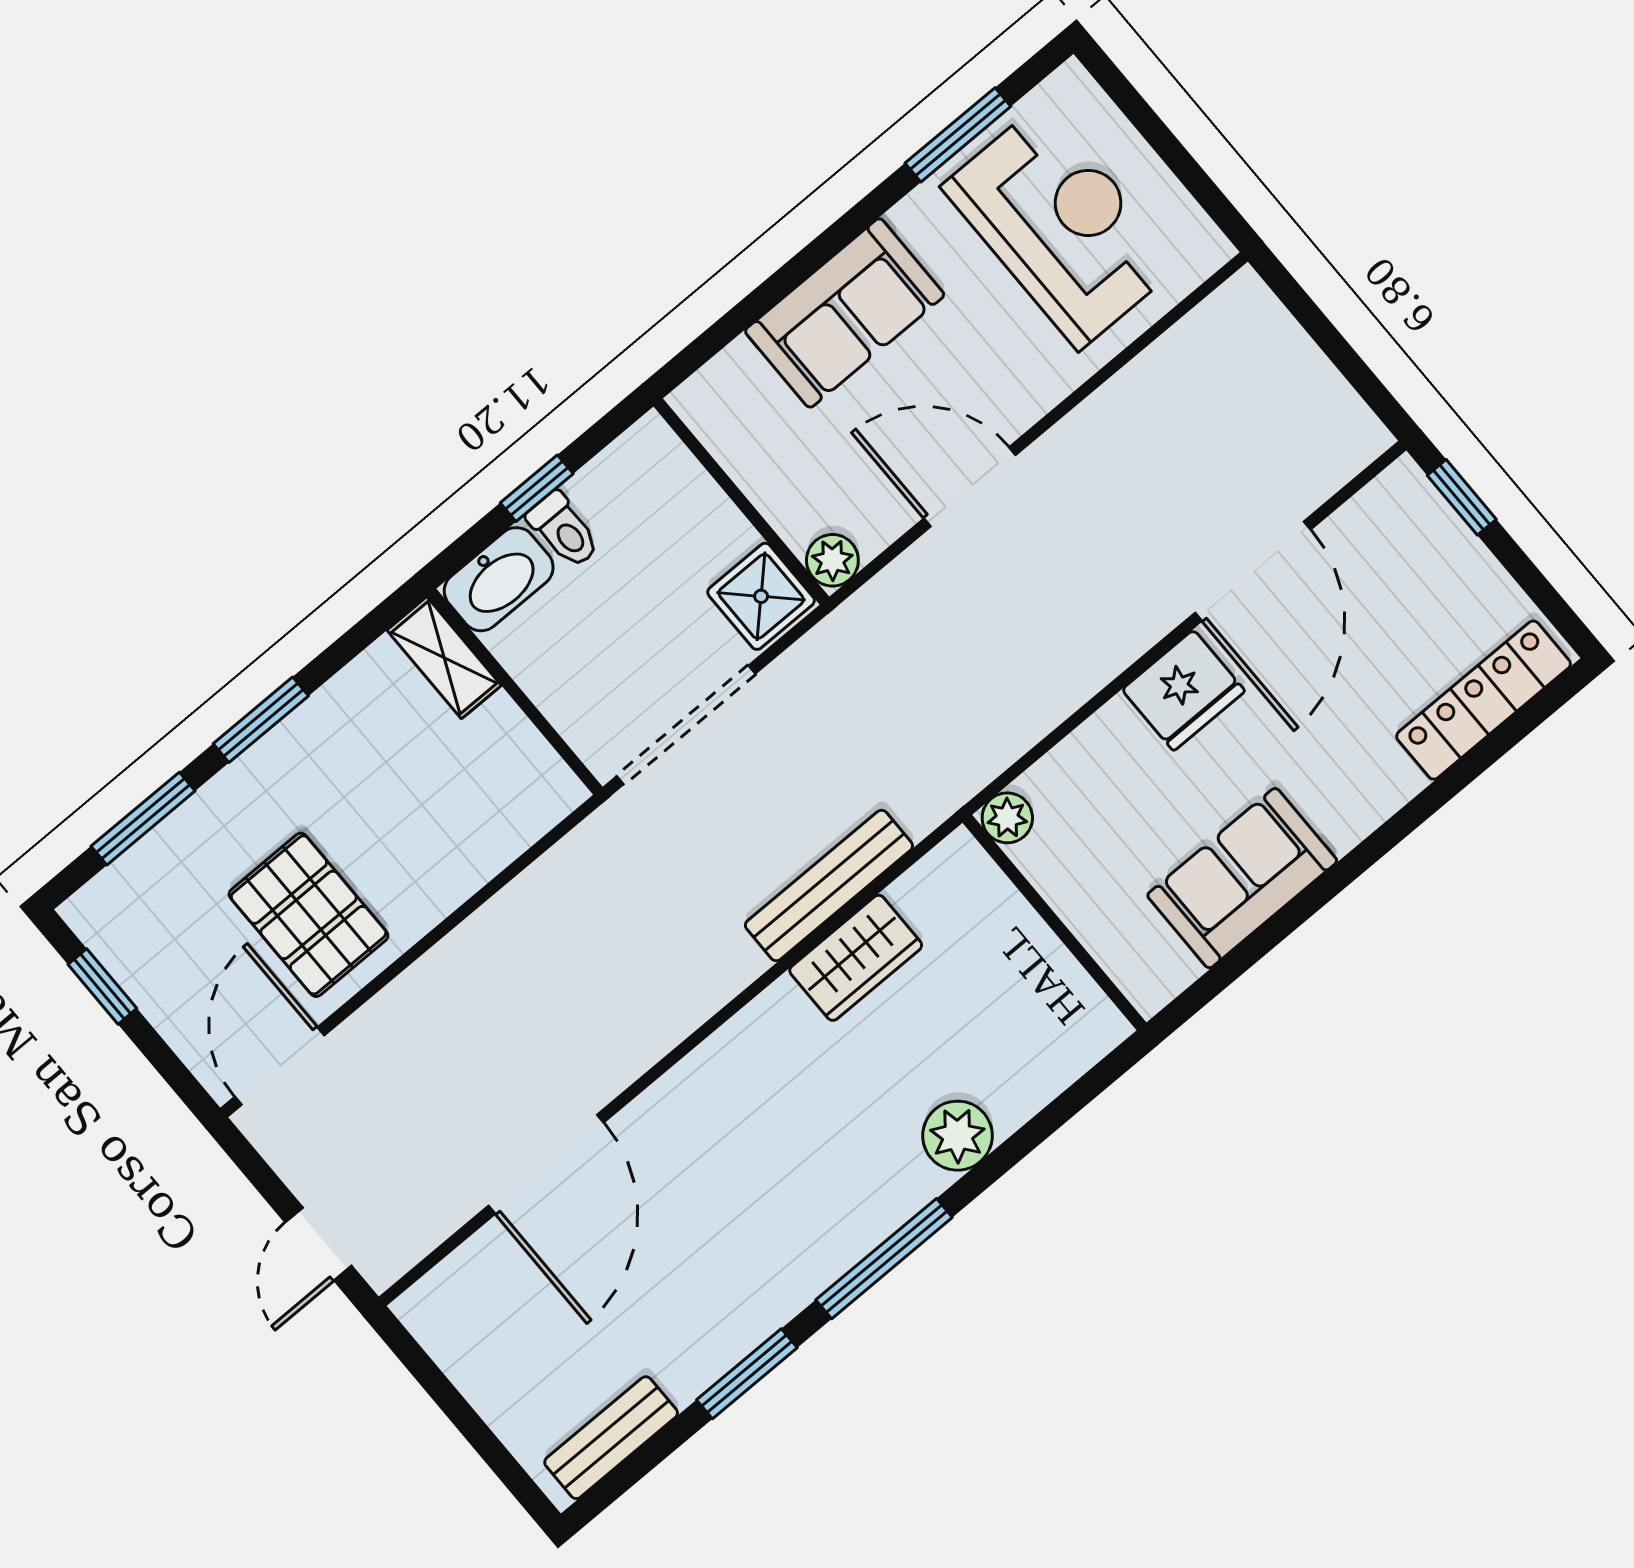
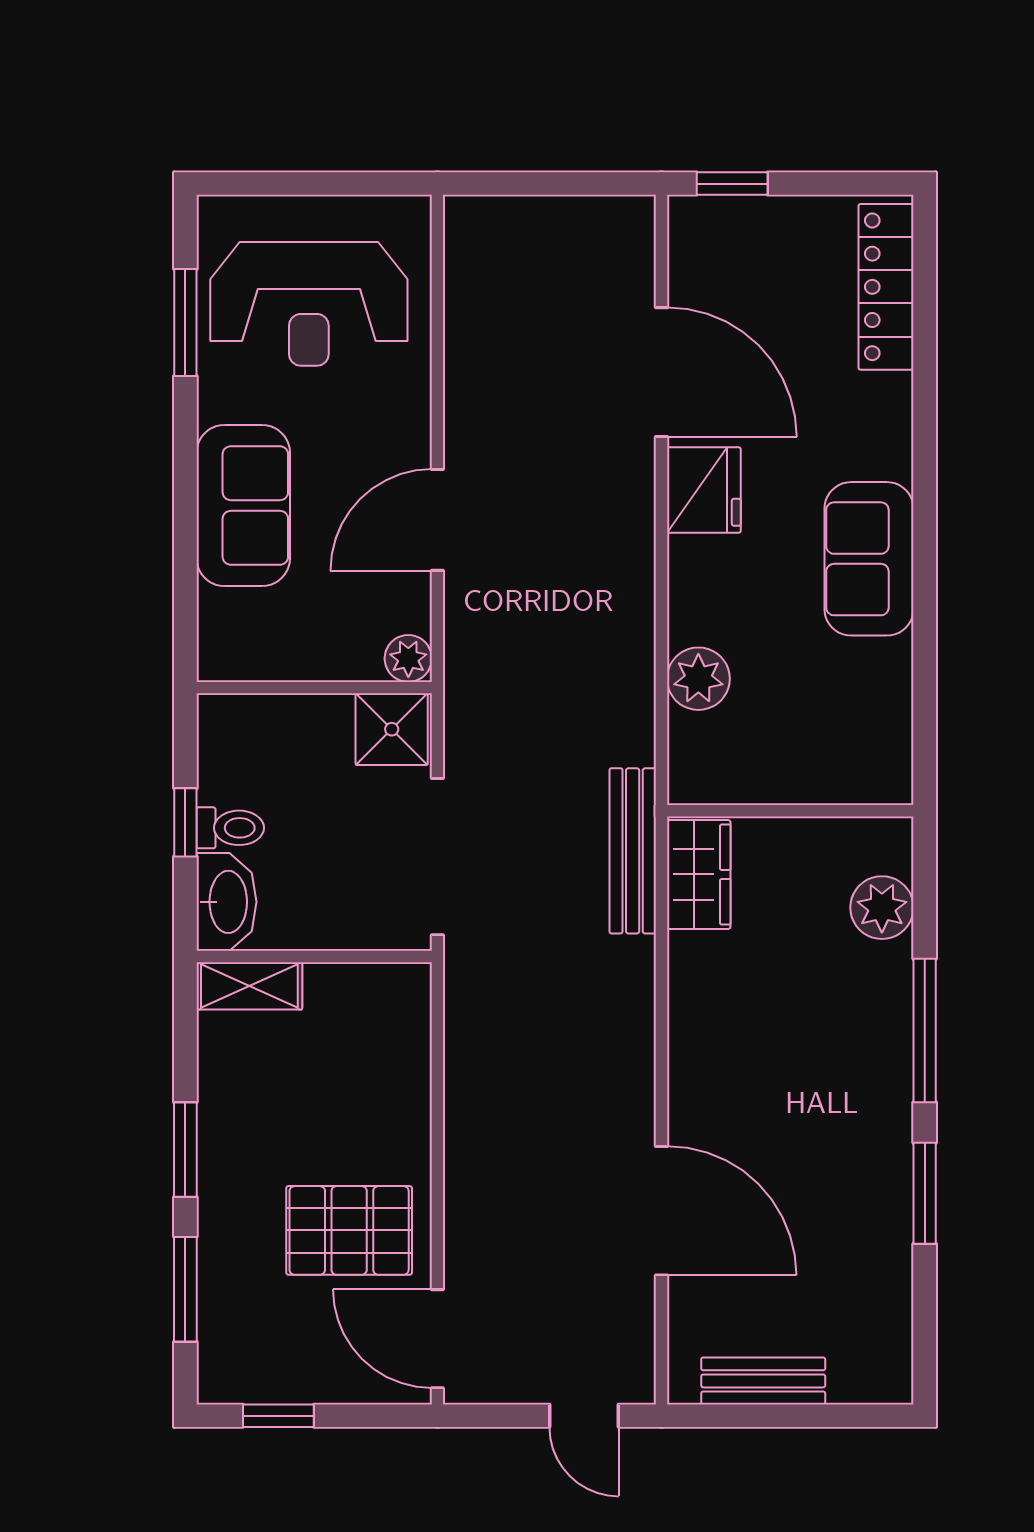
reception desk: (1061, 226) -> (309, 304), turned 180
plant: (1007, 818) -> (698, 679), width x1.38, depth x1.38
wall: (1054, 923) -> (790, 811), moved
bench: (611, 1438) -> (763, 1381), moved, turned 90

